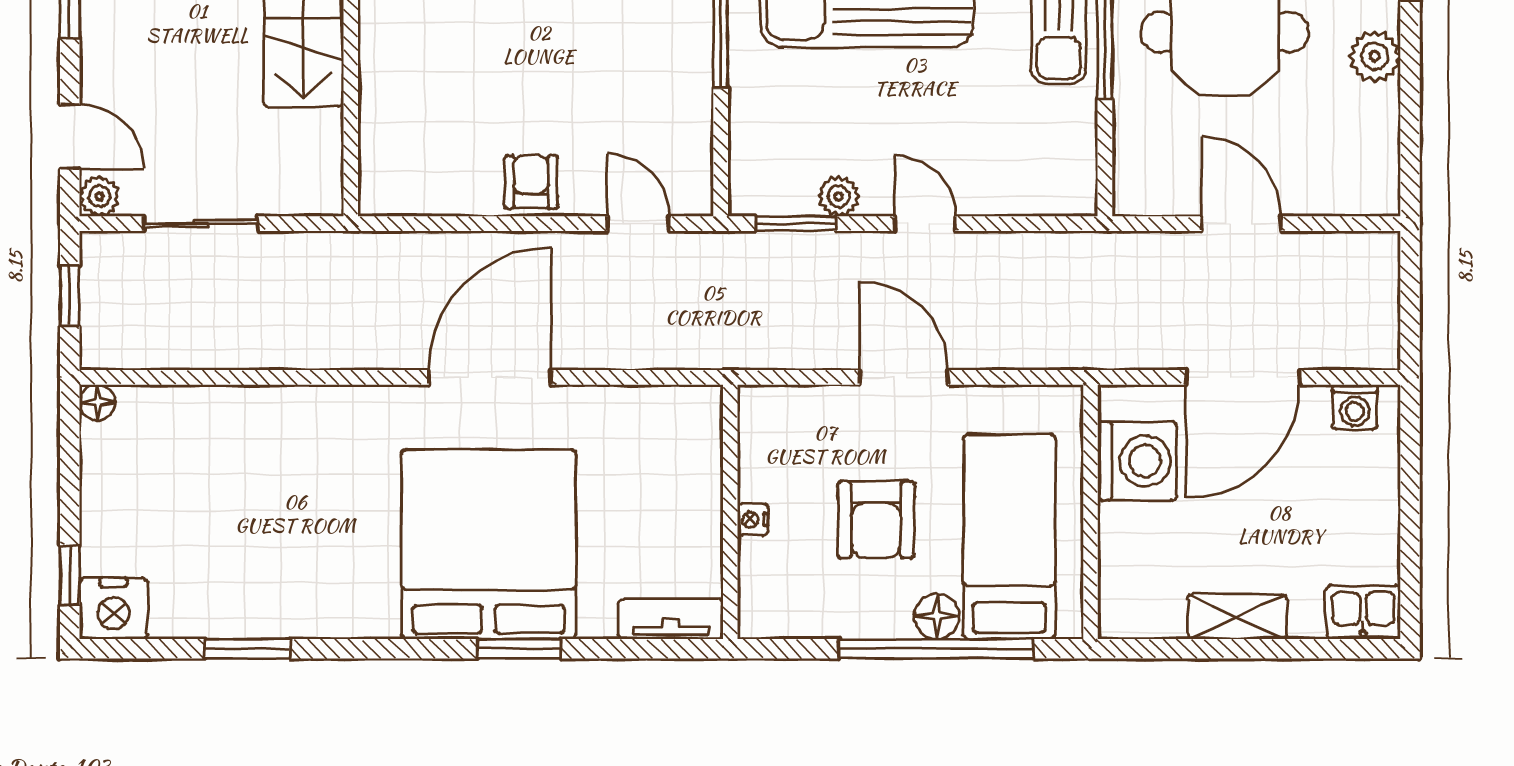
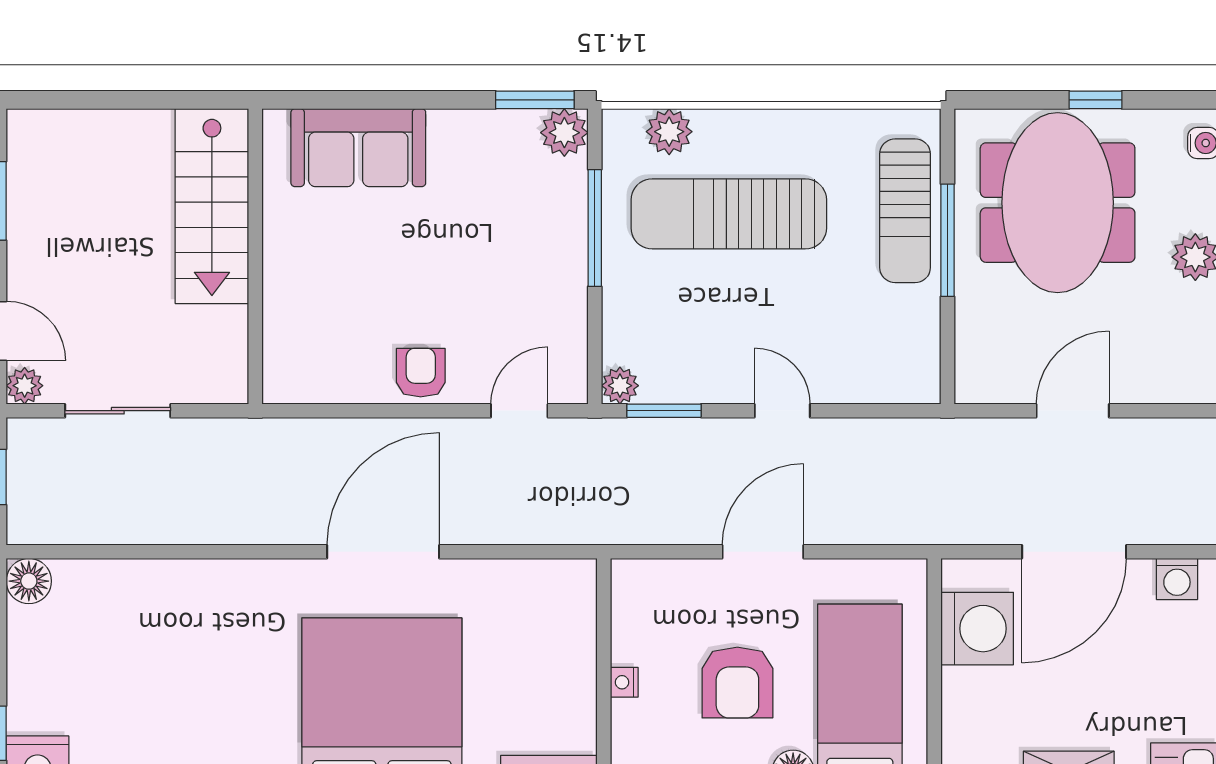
plant: (839, 196) -> (620, 386), moved
door: (638, 224) -> (519, 411), hinge flipped
door: (1241, 224) -> (1073, 411), hinge flipped
door: (904, 377) -> (763, 552), hinge flipped
floor lamp: (97, 402) -> (29, 581), width x1.37, depth x1.37

